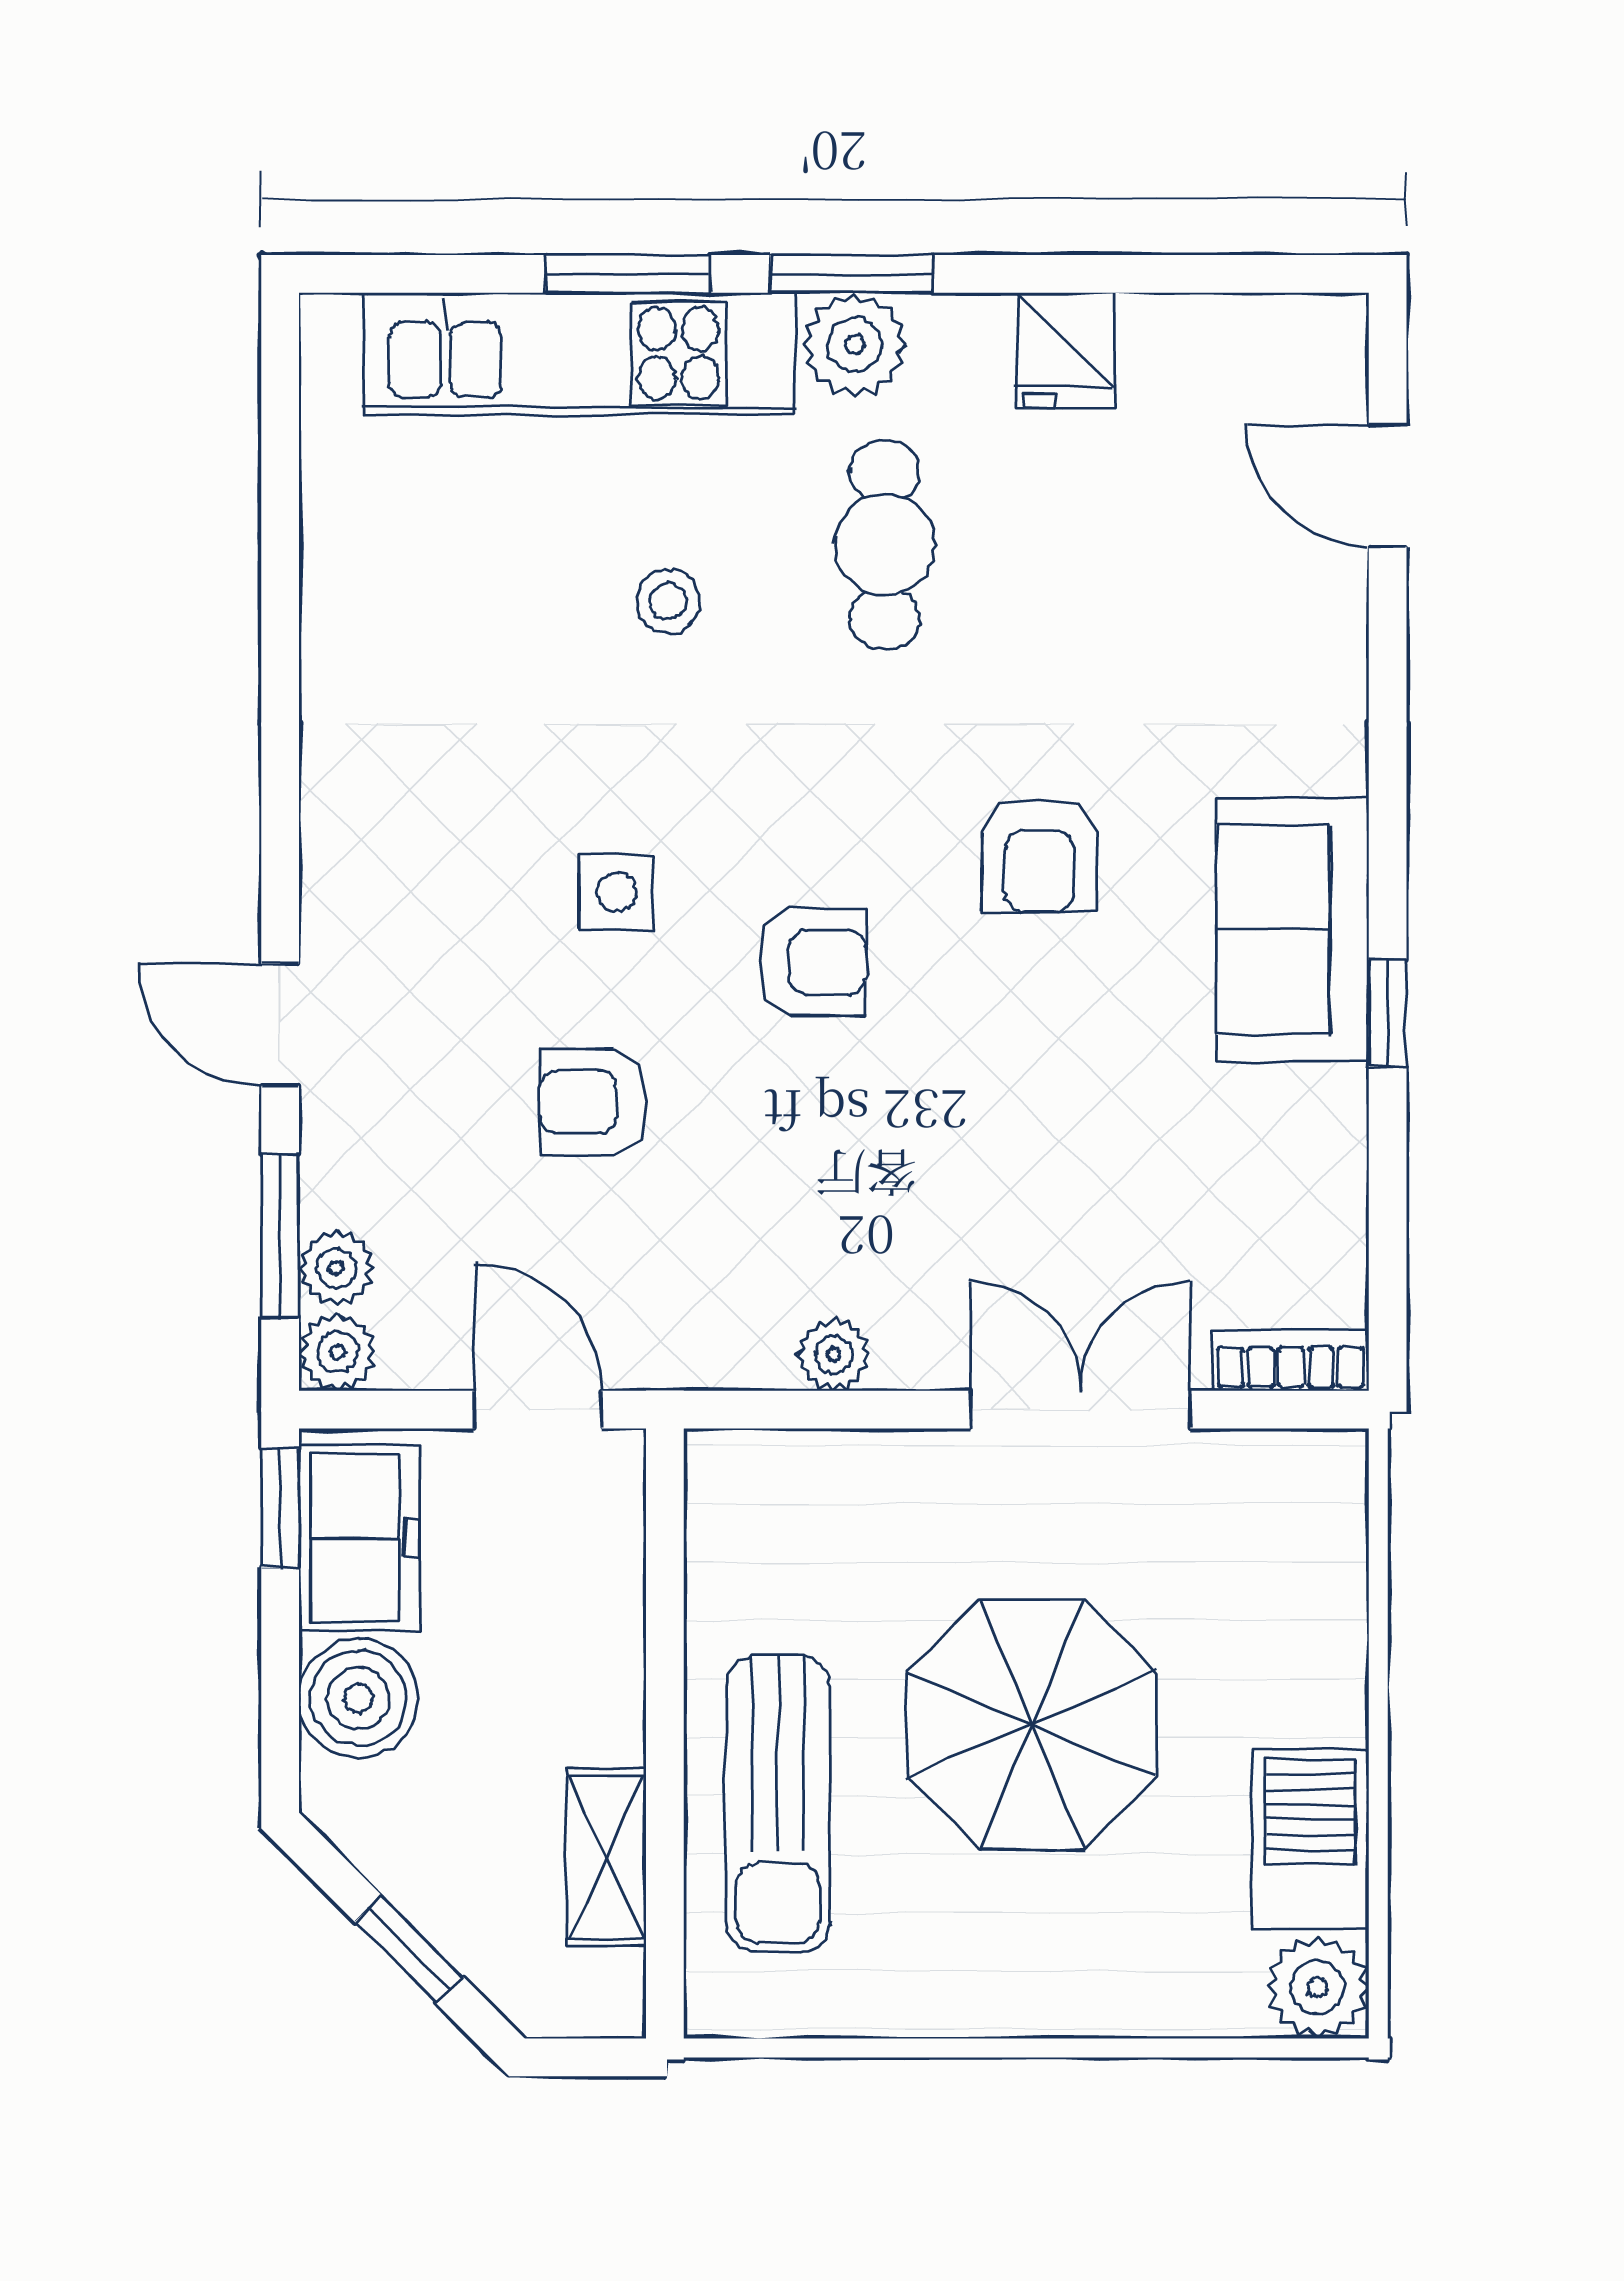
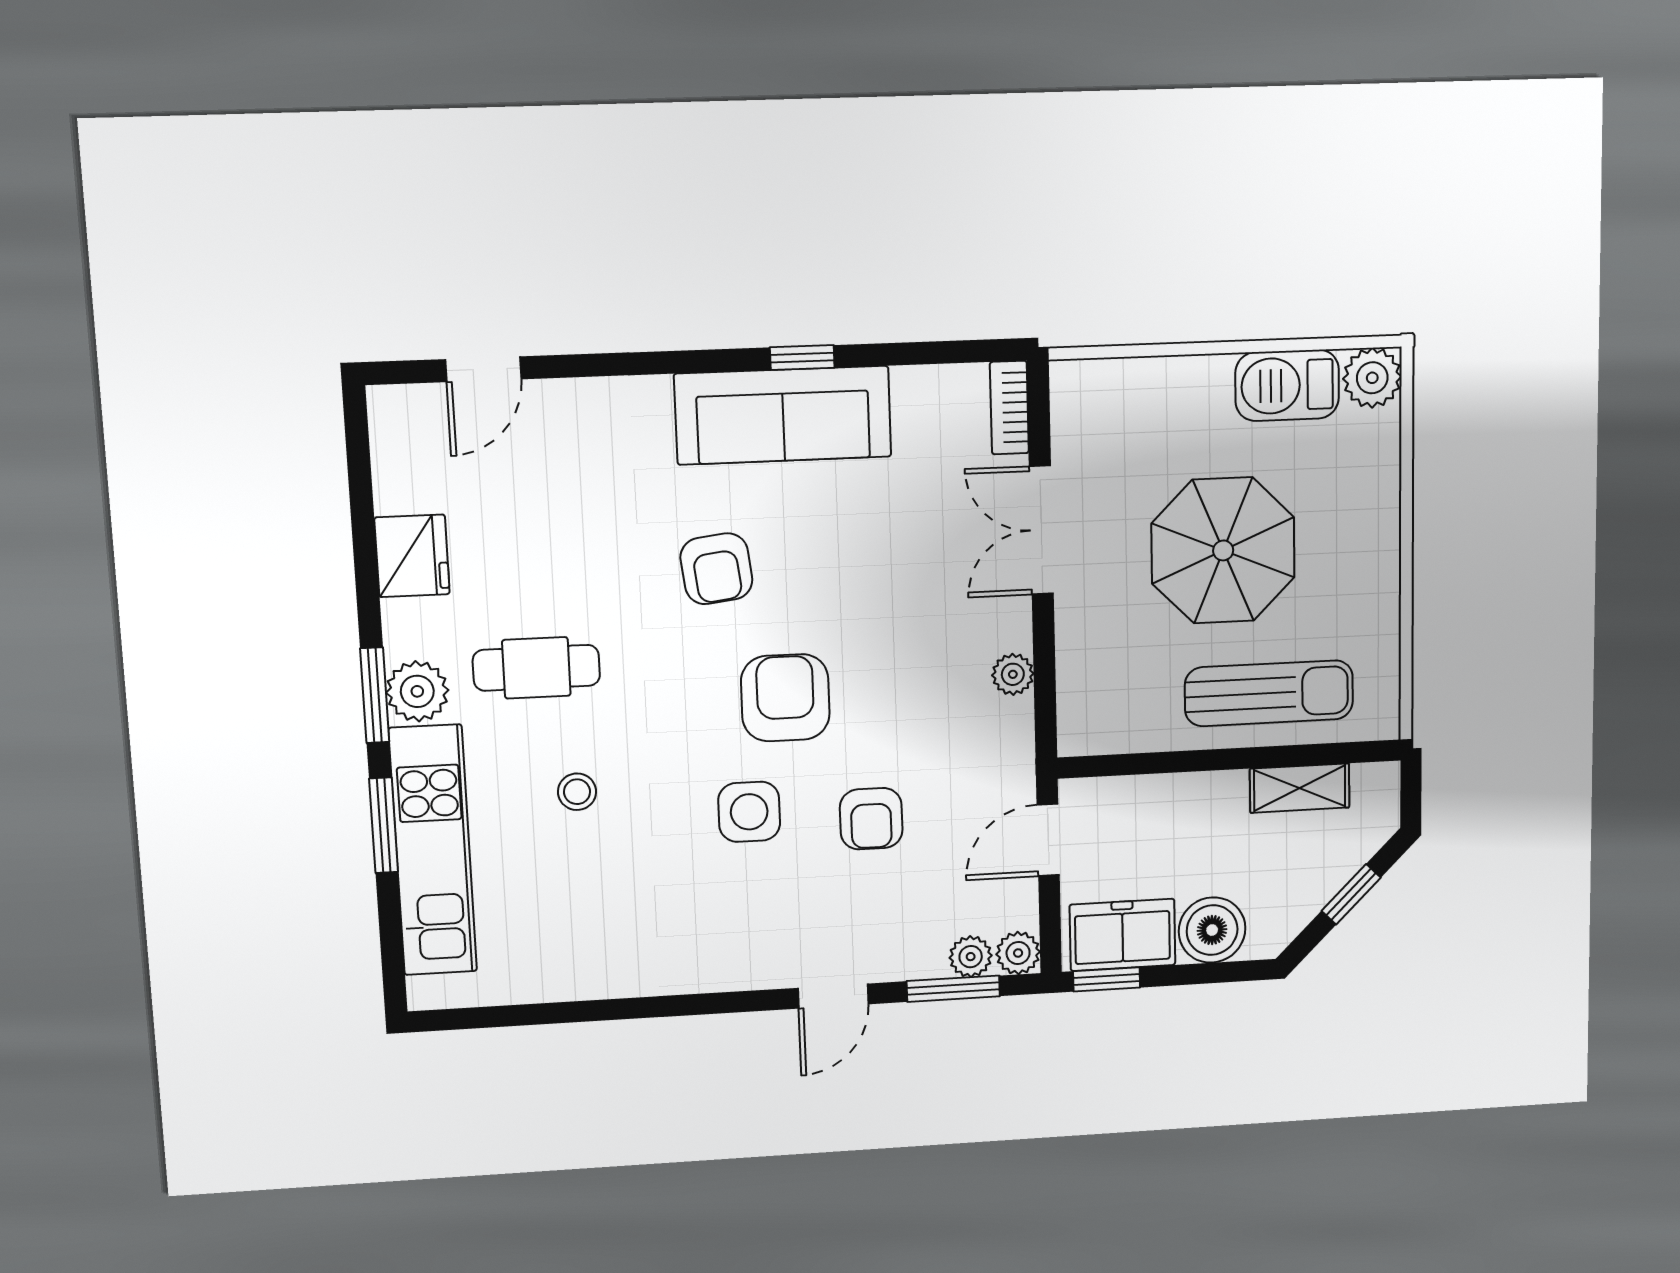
fridge: (1065, 350) -> (412, 556), width x1.38
armchair: (1039, 855) -> (716, 569), turned 83
side table: (617, 892) -> (749, 812), width x1.37, depth x1.37
sofa: (1293, 930) -> (783, 415), width x1.36
armchair: (812, 962) -> (785, 698), width x1.38, depth x1.38

